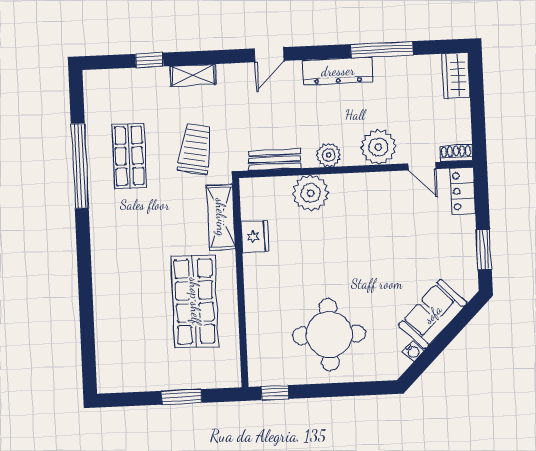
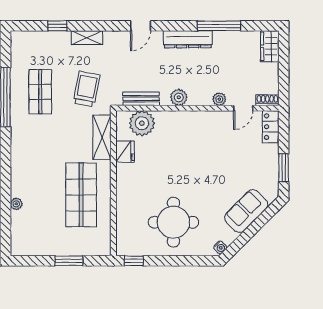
plant: (378, 147) -> (219, 99), width x0.53, depth x0.53
door: (422, 166) -> (243, 108), hinge flipped
plant: (311, 193) -> (142, 123), moved
plant: (102, 319) -> (16, 204), added
water cooler: (413, 351) -> (220, 247), moved

